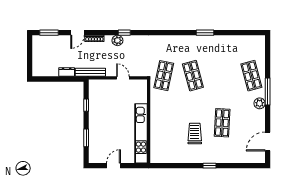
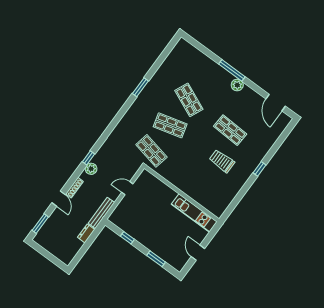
shop shelf: (251, 76) -> (189, 100), moved, turned 39
kitchen unit: (141, 133) -> (194, 213), width x0.73

